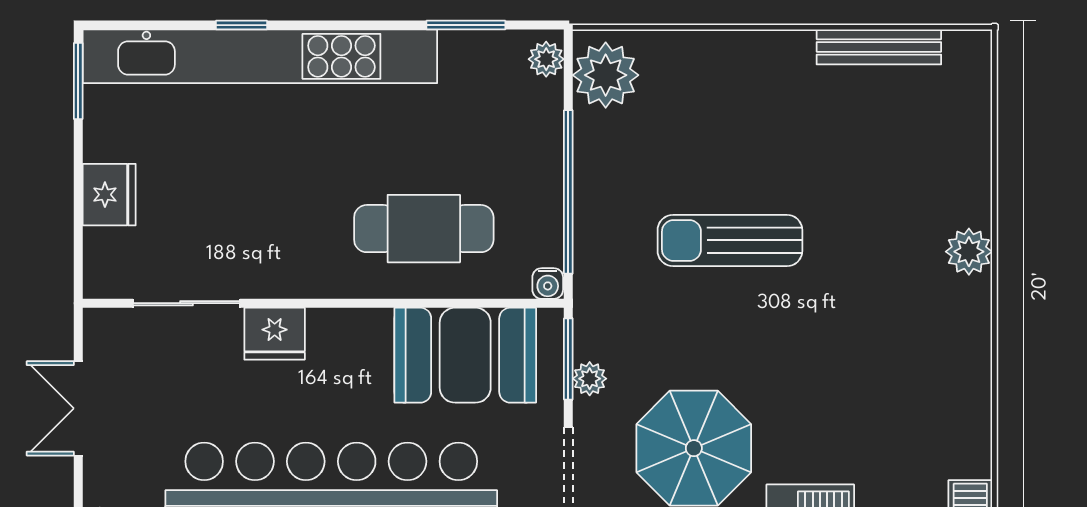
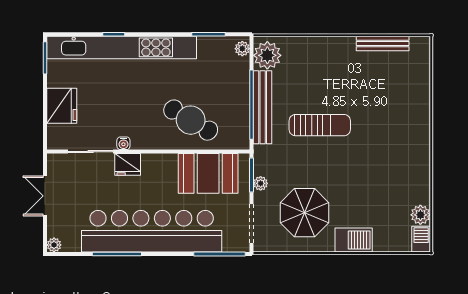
fridge: (109, 195) -> (62, 106), width x1.36, depth x1.34
bench: (594, 198) -> (263, 107), added
cafe table: (424, 229) -> (191, 120), turned 31
sun lounger: (730, 240) -> (320, 125), turned 180
plant: (969, 252) -> (420, 215), moved
water cooler: (548, 283) -> (123, 143), moved

